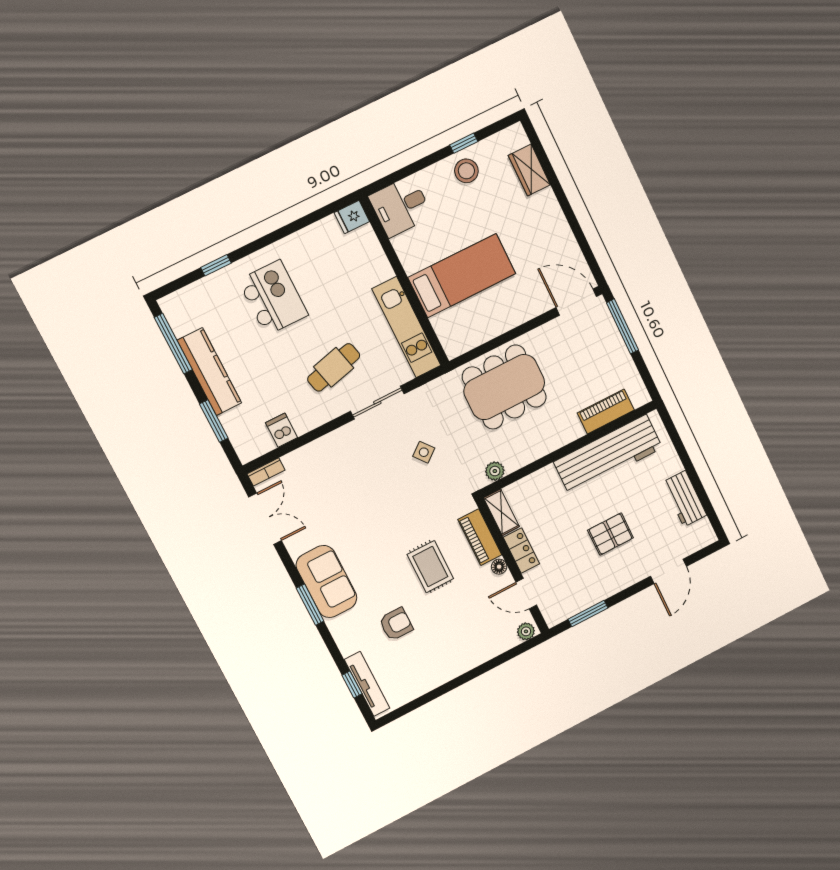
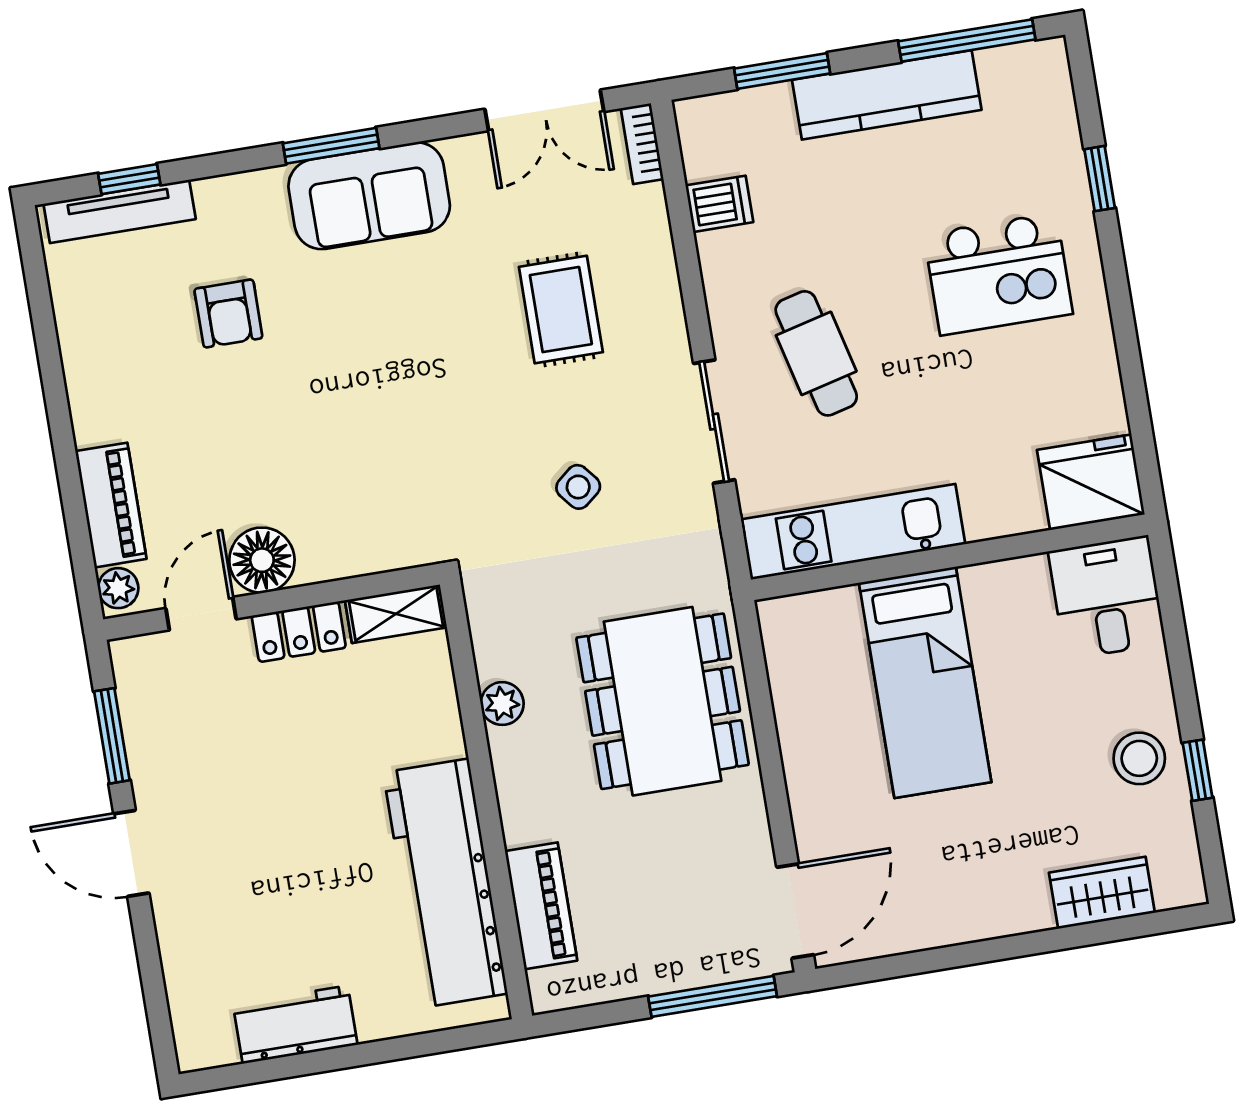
fridge: (352, 217) -> (1091, 482), width x1.88, depth x1.34
plant: (495, 471) -> (502, 704), moved
pallet: (611, 534) -> (271, 837), removed
piano: (480, 537) -> (111, 505), moved, turned 90
rug: (430, 567) -> (561, 310), moved, turned 90
floor lamp: (499, 567) -> (262, 560), width x1.89, depth x1.89
door: (669, 571) -> (131, 853), moved

